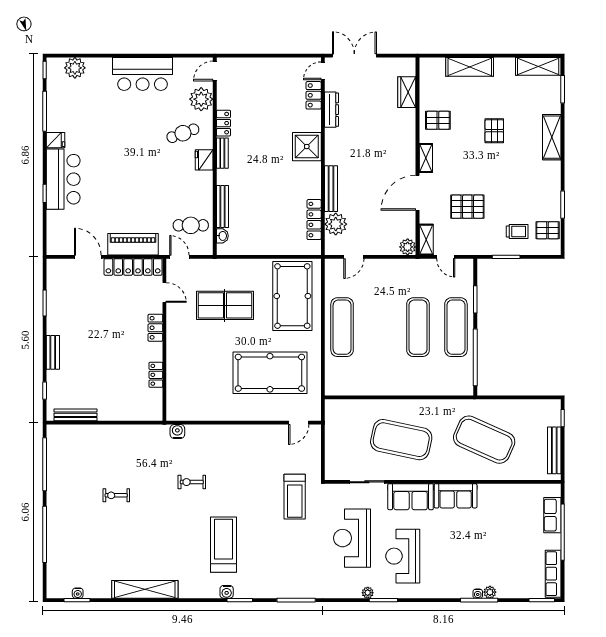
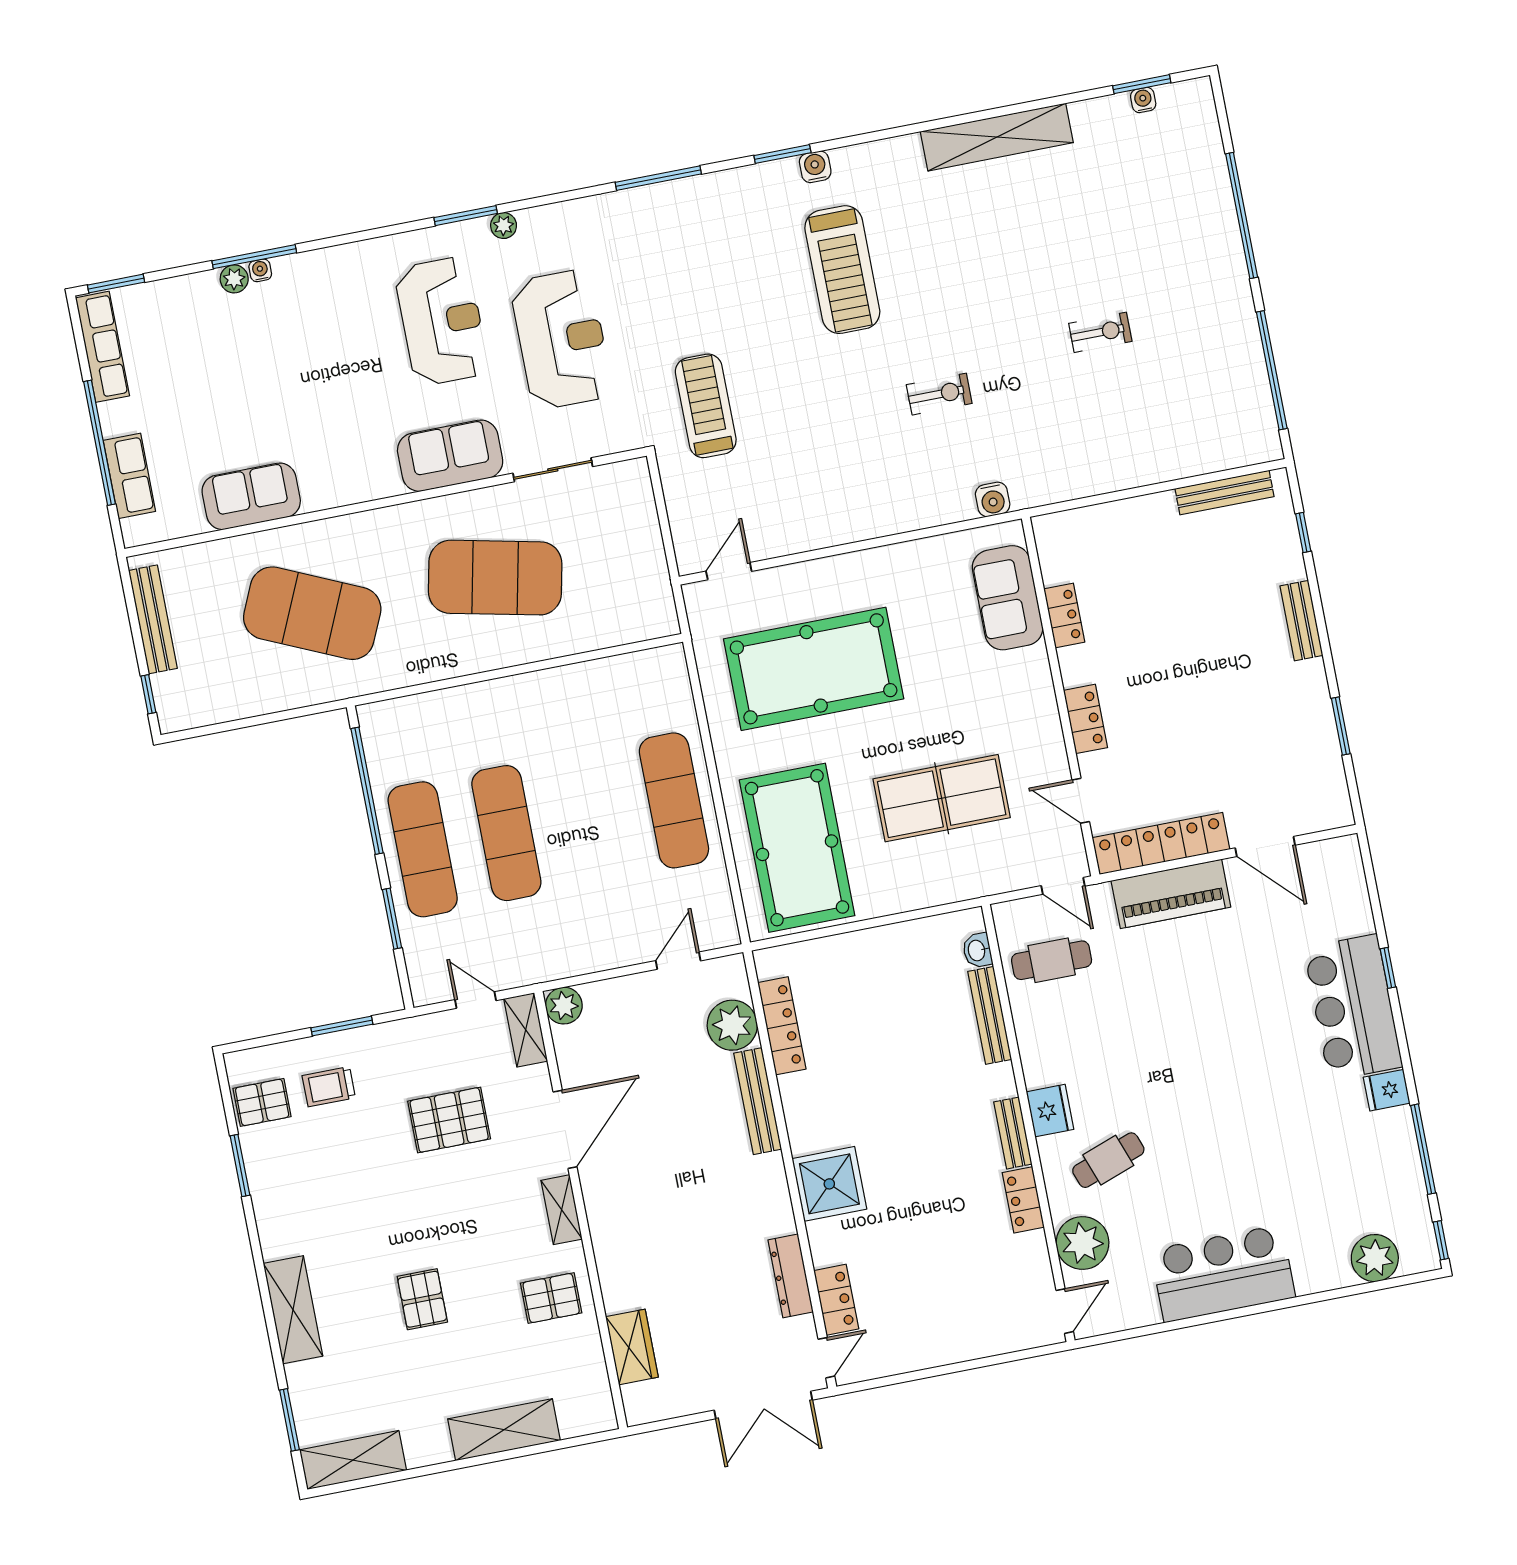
sofa: (179, 387) -> (1008, 598), added
sofa: (456, 496) -> (251, 496), moved

